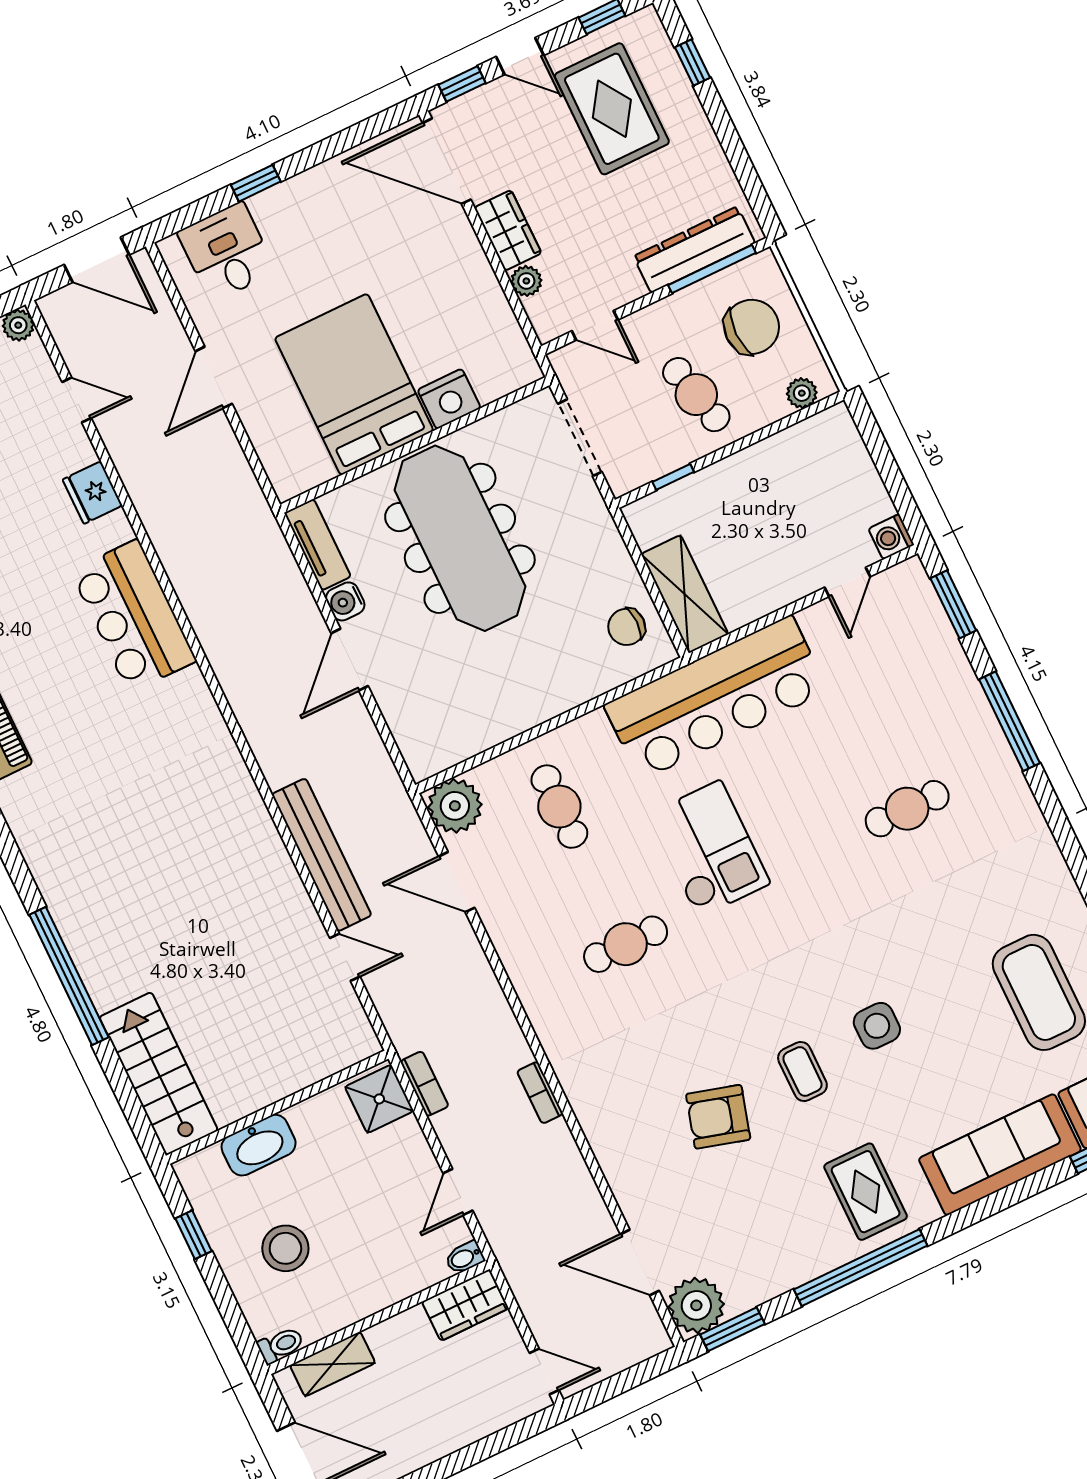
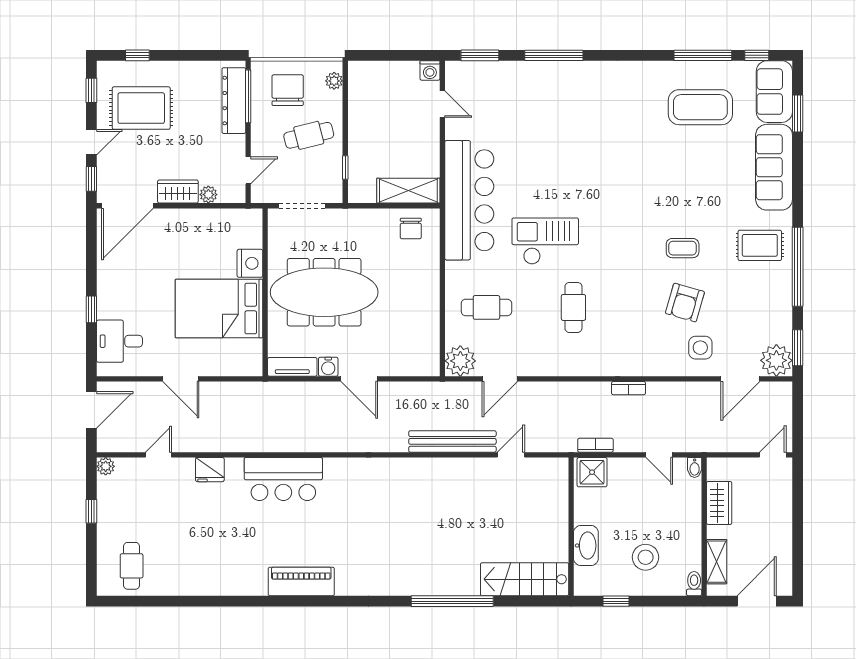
cafe table: (907, 809) -> (573, 129), removed
side table: (877, 1026) -> (700, 348), moved
wardrobe: (465, 1305) -> (719, 503), moved

